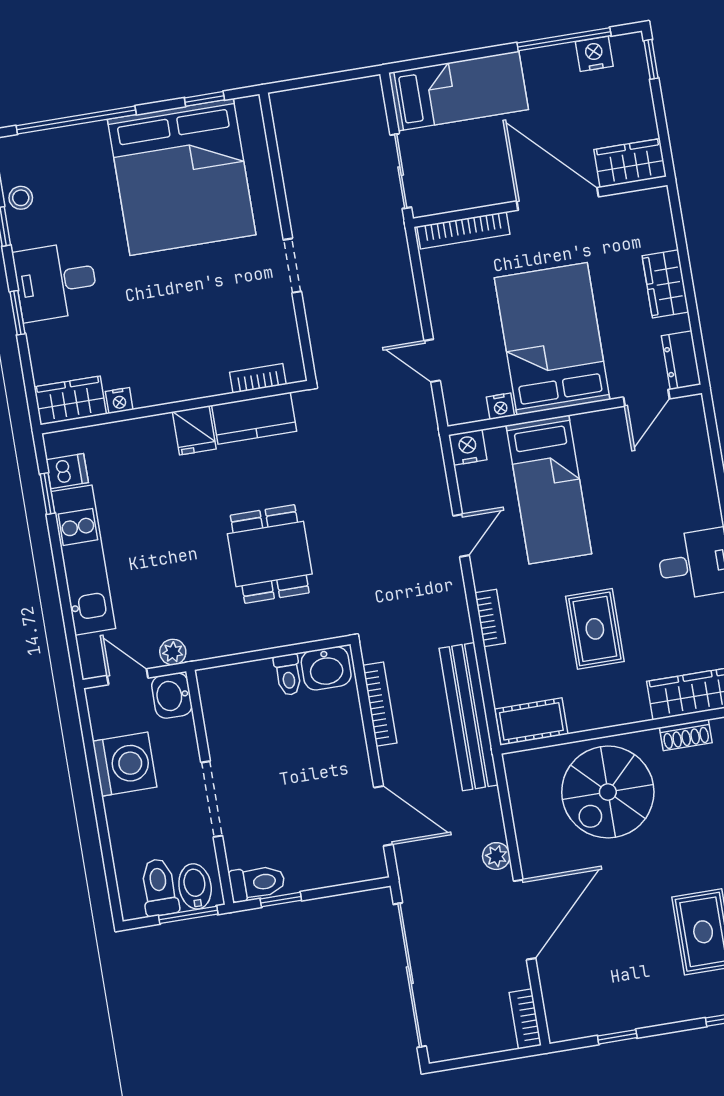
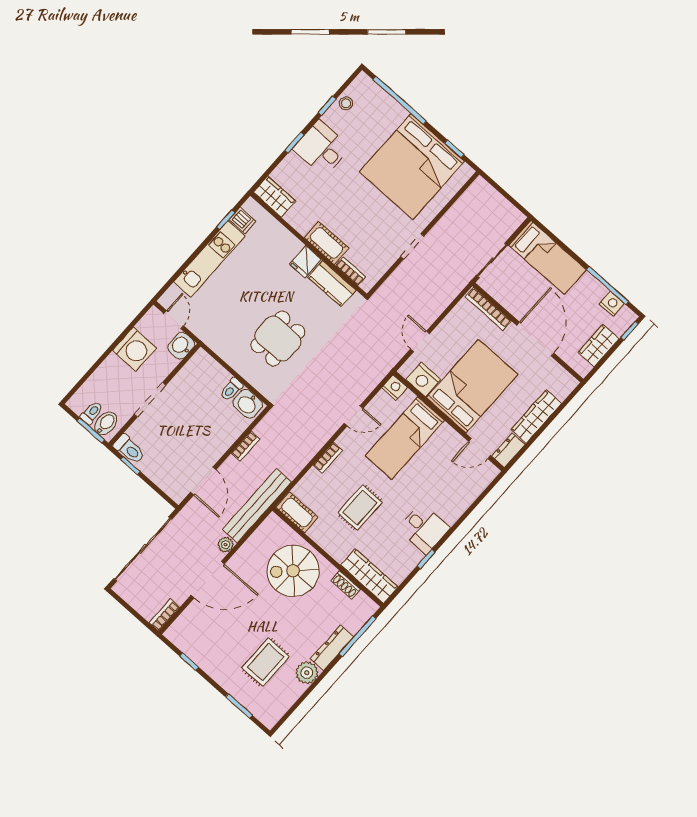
wardrobe: (630, 163) -> (599, 346), moved, turned -90
wardrobe: (665, 284) -> (536, 416), width x1.50
cot: (192, 380) -> (326, 243), added
nightstand: (119, 401) -> (292, 218), removed
nightstand: (500, 406) -> (423, 379), width x1.89, depth x1.79
plant: (173, 652) -> (201, 331), removed
bookcase: (380, 704) -> (245, 446), width x0.64
bench: (469, 717) -> (257, 506), moved
toilet: (159, 887) -> (92, 413), width x0.73, depth x0.72

